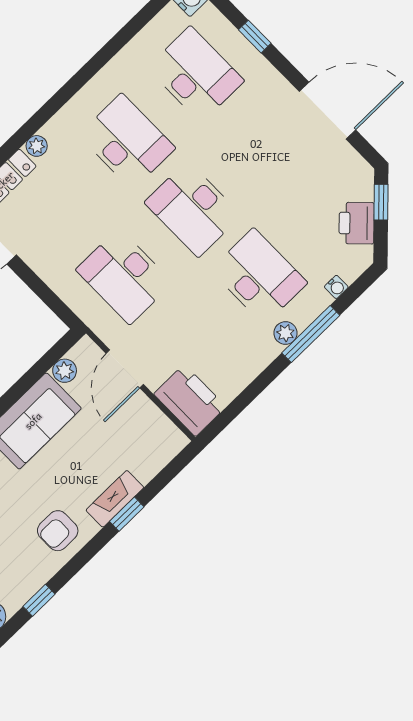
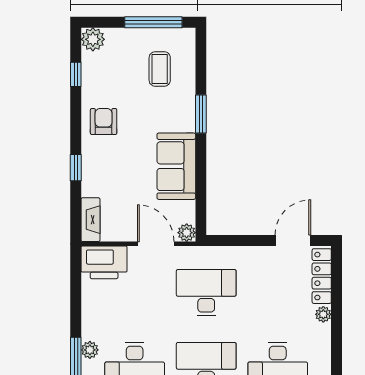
plant: (65, 371) -> (187, 233), moved
fireplace: (115, 499) -> (90, 220), moved

